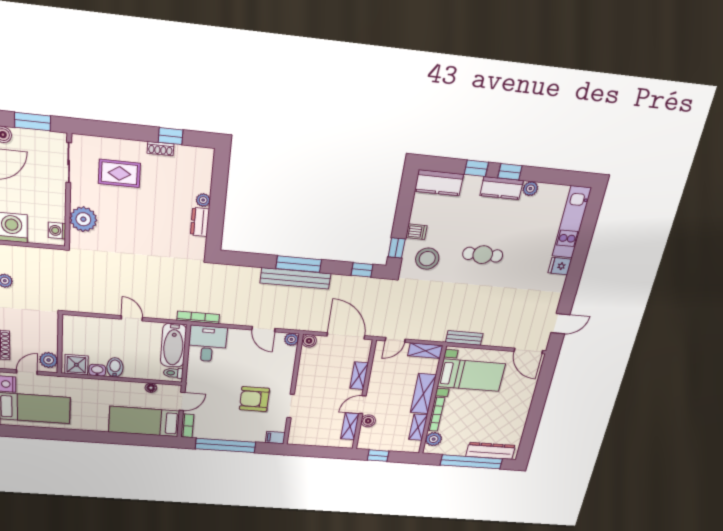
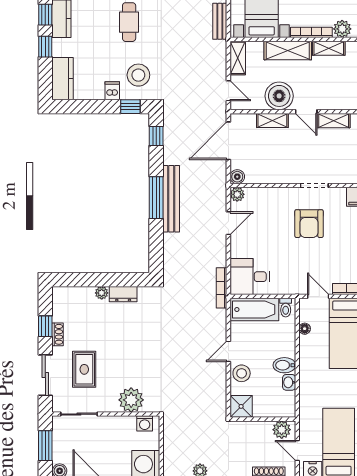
sliding door: (115, 130) -> (45, 375), added
stool: (108, 328) -> (242, 373), added
shower: (76, 365) -> (241, 406), moved
boiler: (368, 421) -> (279, 96), moved, width x1.86, depth x1.86

